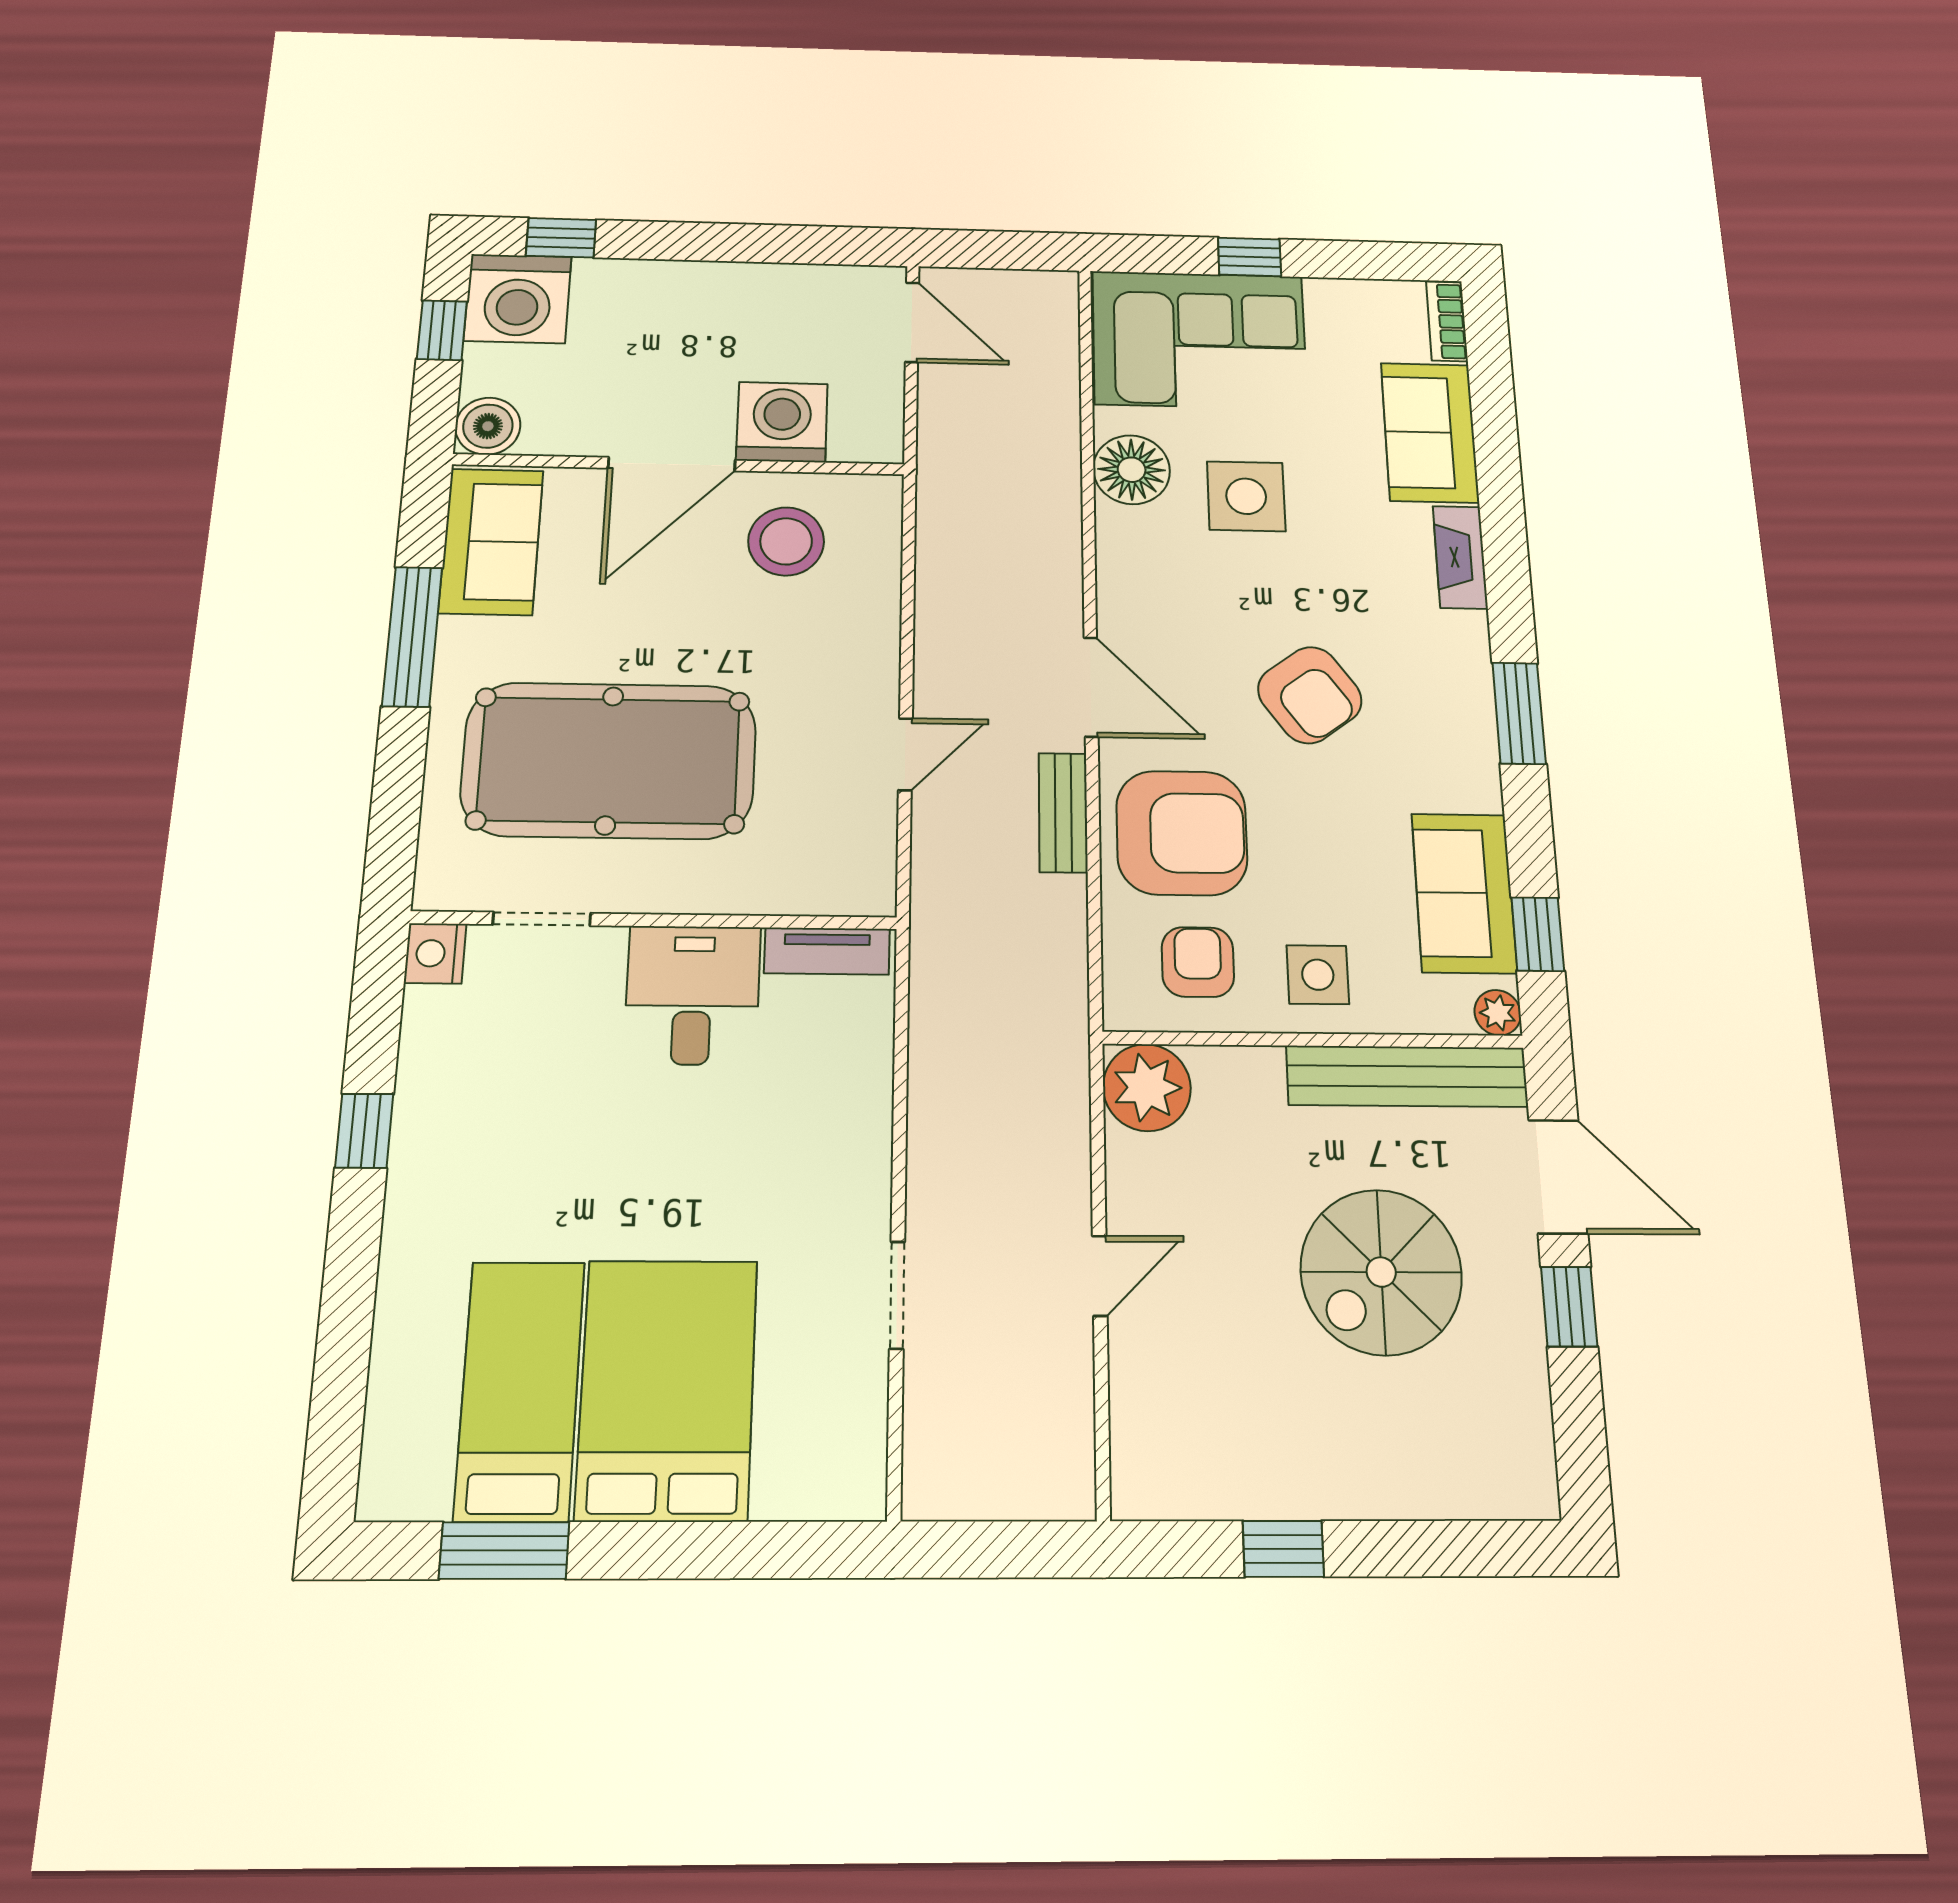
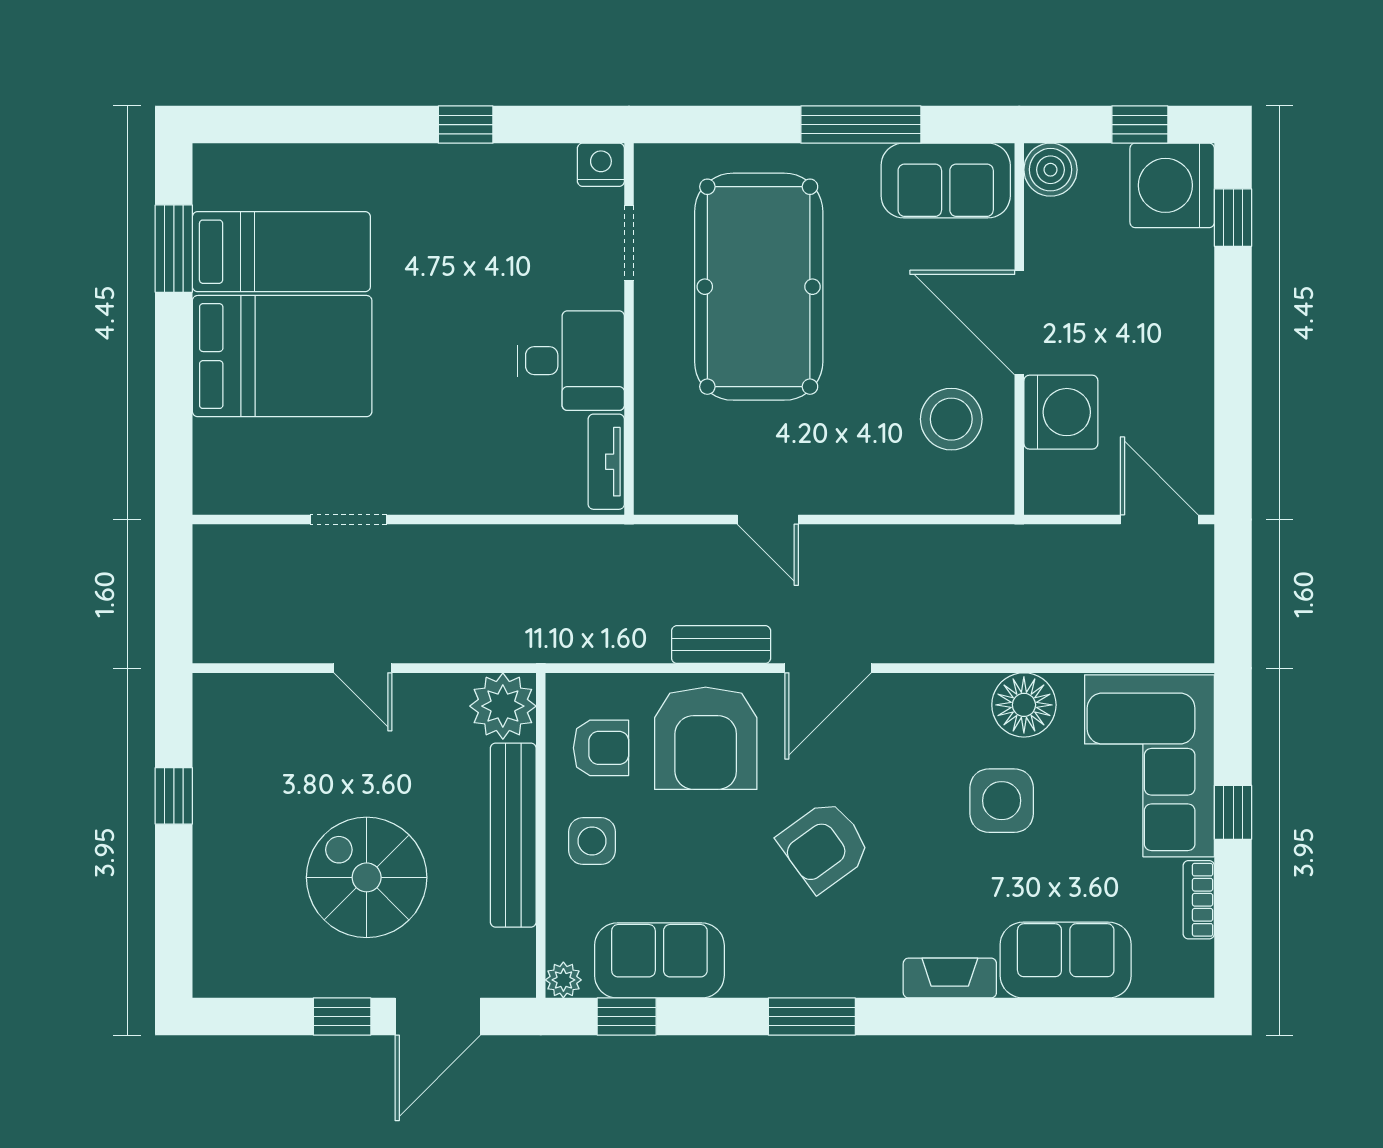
bookcase: (1447, 321) -> (1199, 900), moved, turned -90
door: (912, 322) -> (1159, 519), swing flipped
bench: (1407, 1076) -> (513, 835), moved

